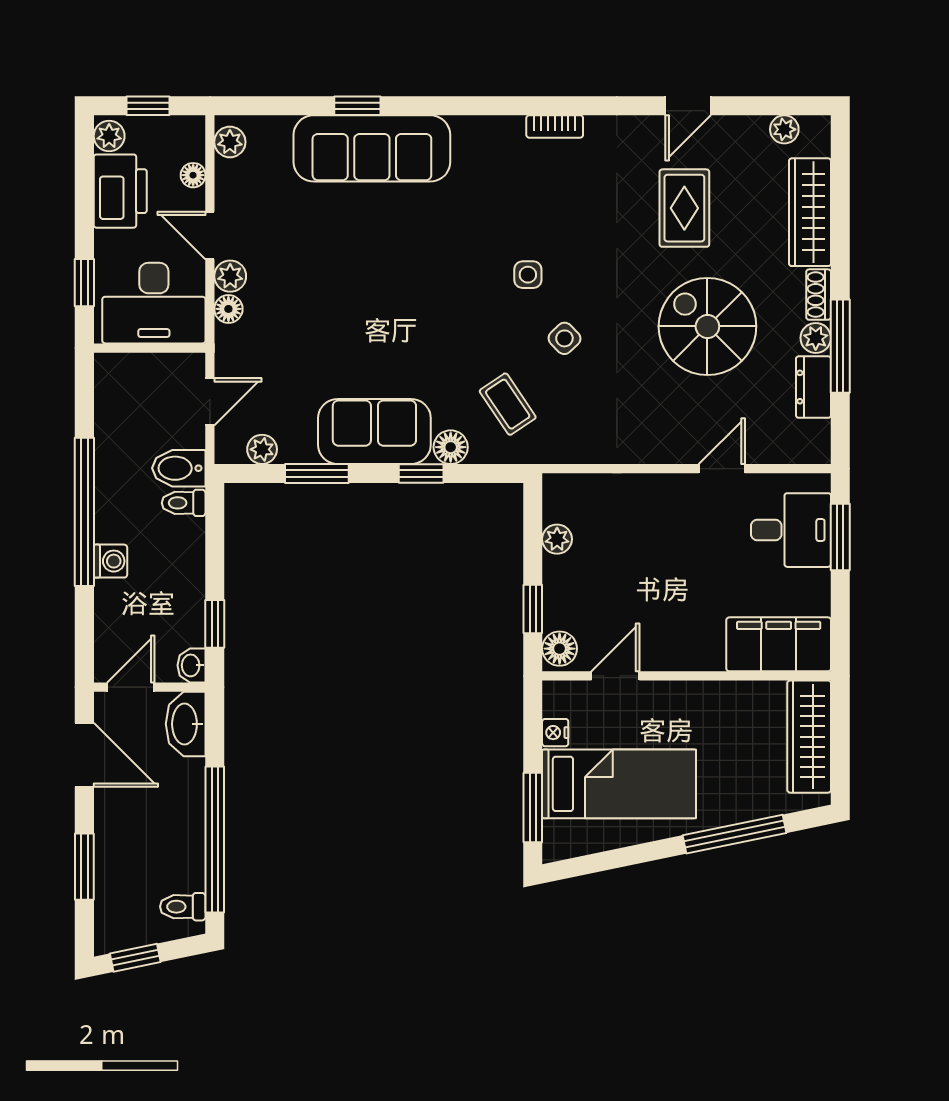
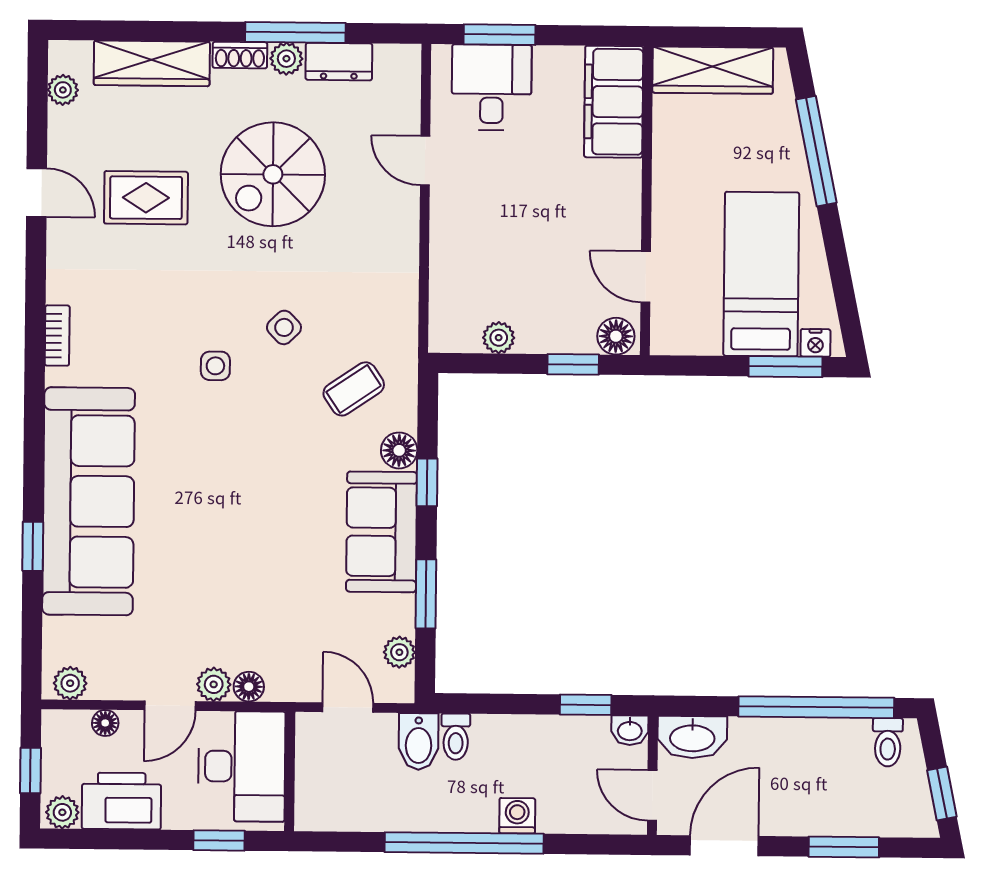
sofa: (372, 148) -> (89, 501), width x1.36, depth x1.27
nightstand: (555, 733) -> (815, 343), moved

